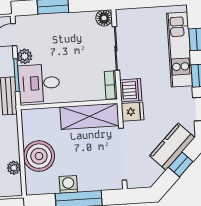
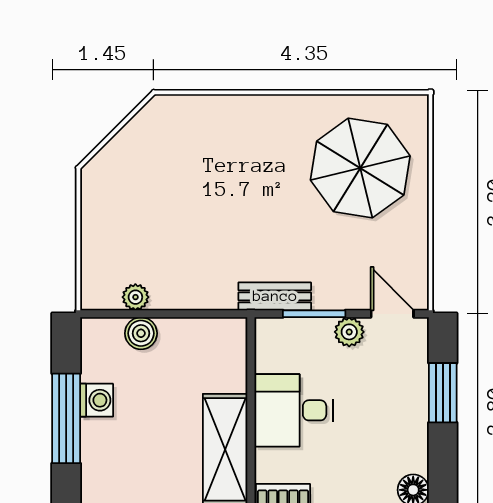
desk: (39, 83) -> (293, 410), moved, turned -90
boiler: (39, 156) -> (141, 333), width x0.54, depth x0.54

